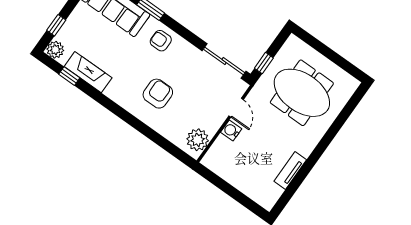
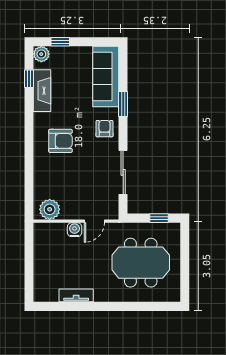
sliding door: (224, 61) -> (123, 172), moved
window: (264, 63) -> (159, 218), moved
meeting table: (302, 93) -> (141, 263), turned 90
armchair: (158, 94) -> (60, 141), moved

